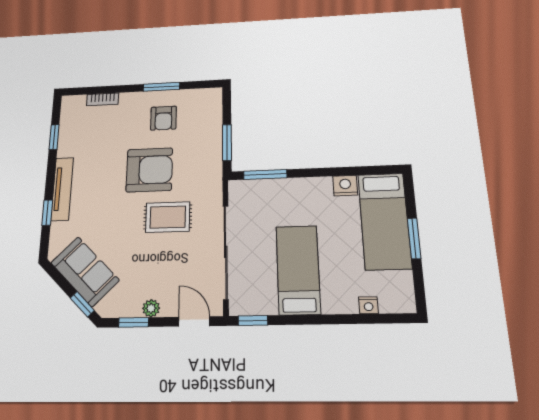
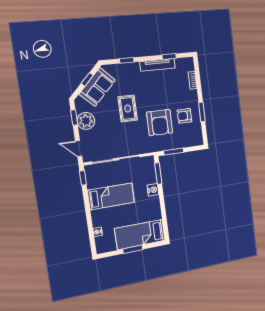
armchair: (149, 170) -> (160, 123), moved
nightstand: (345, 186) -> (153, 190), moved
tv unit: (62, 189) -> (158, 65), moved
rug: (168, 217) -> (128, 109), moved
window: (82, 304) -> (87, 79), moved
plant: (151, 308) -> (86, 121), width x1.88, depth x1.88
door: (194, 321) -> (79, 149), swing flipped

